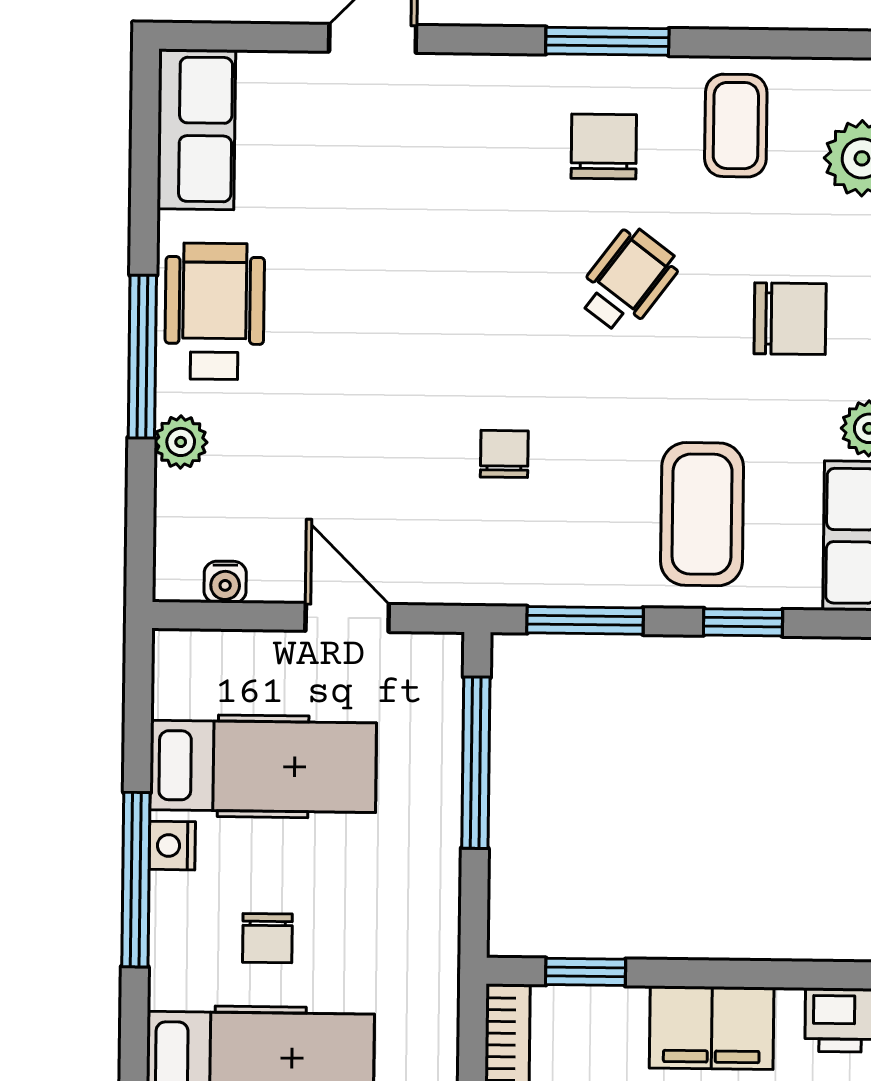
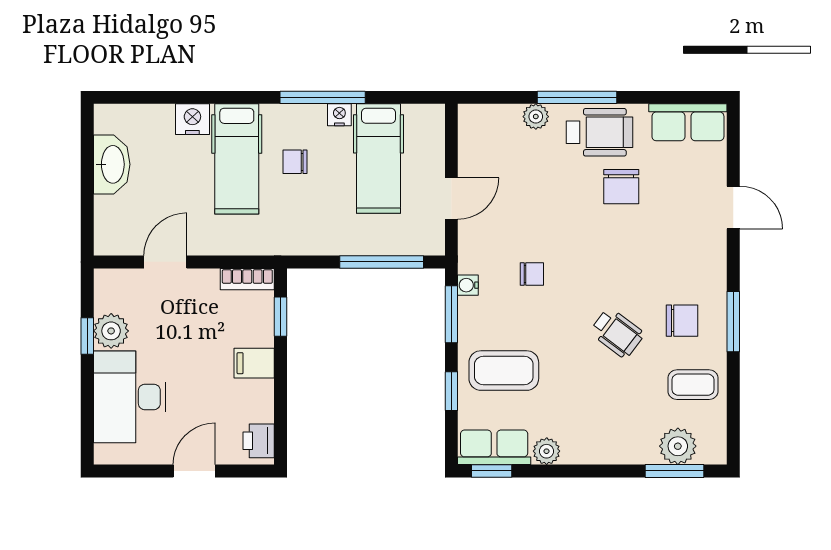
chair: (790, 319) -> (621, 187), moved
water cooler: (225, 582) -> (468, 285), moved
filing cabinet: (712, 1028) -> (254, 363), width x0.50

